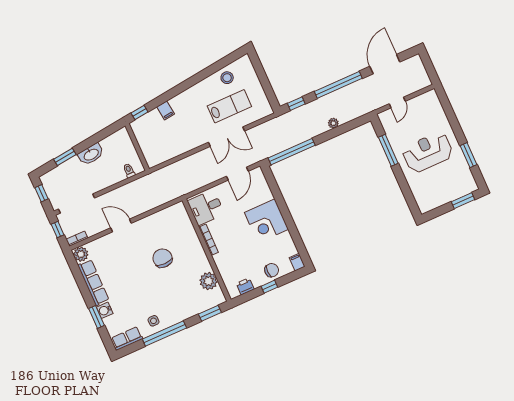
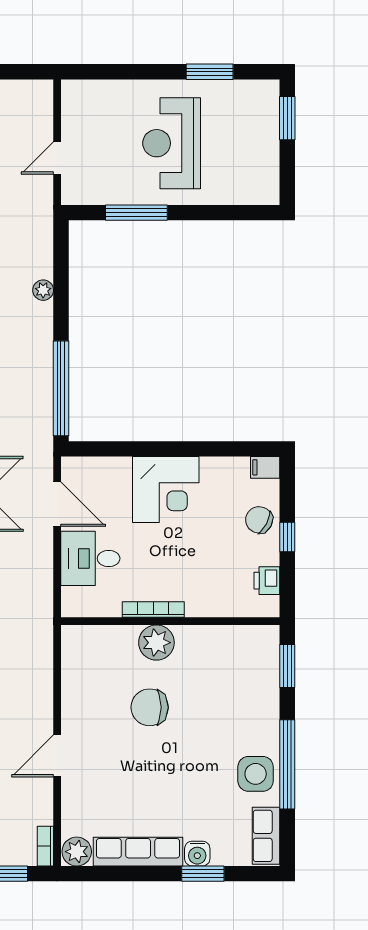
door: (397, 102) -> (57, 158), swing flipped
desk: (206, 208) -> (90, 558), moved, turned 90
chair: (272, 270) -> (259, 520), turned -62
plant: (209, 281) -> (156, 643), moved
side table: (153, 321) -> (256, 774), width x1.87, depth x1.87

